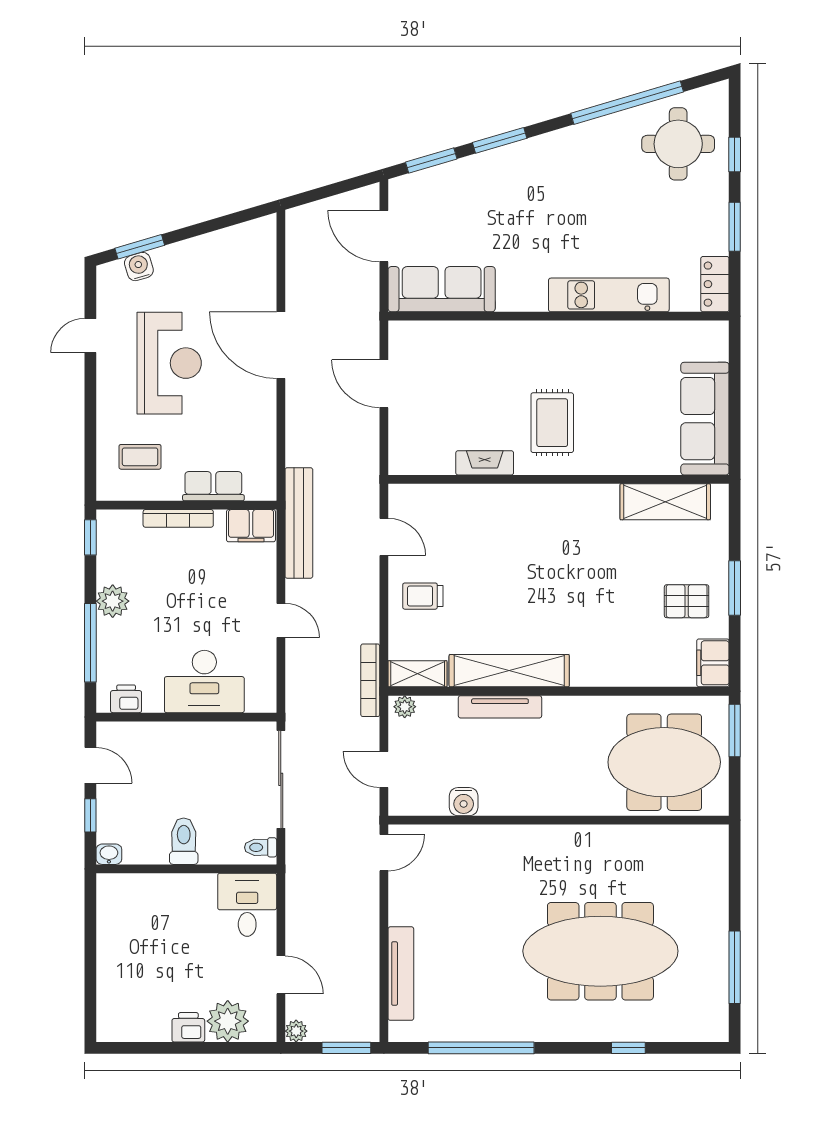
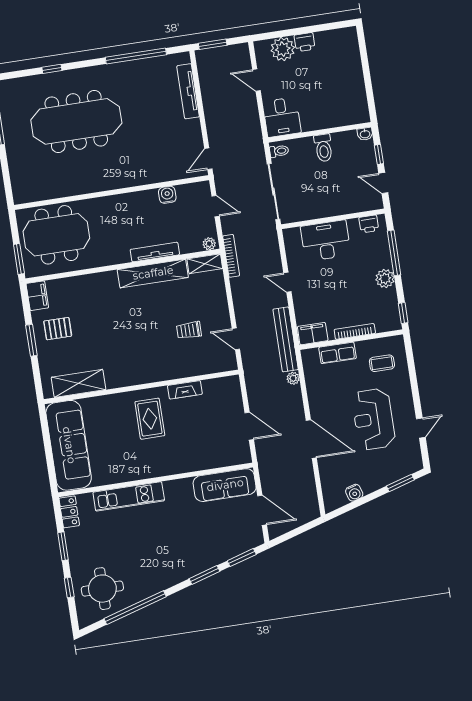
water cooler: (139, 267) -> (354, 493), moved
sofa: (705, 419) -> (69, 445), width x1.36, depth x1.27
trolley: (423, 596) -> (189, 330), moved, turned 180
plant: (296, 1031) -> (293, 378), moved

